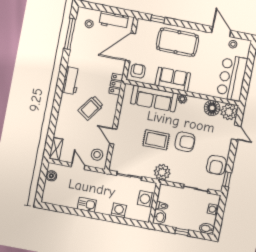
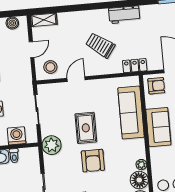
plant: (183, 99) -> (141, 165), moved

